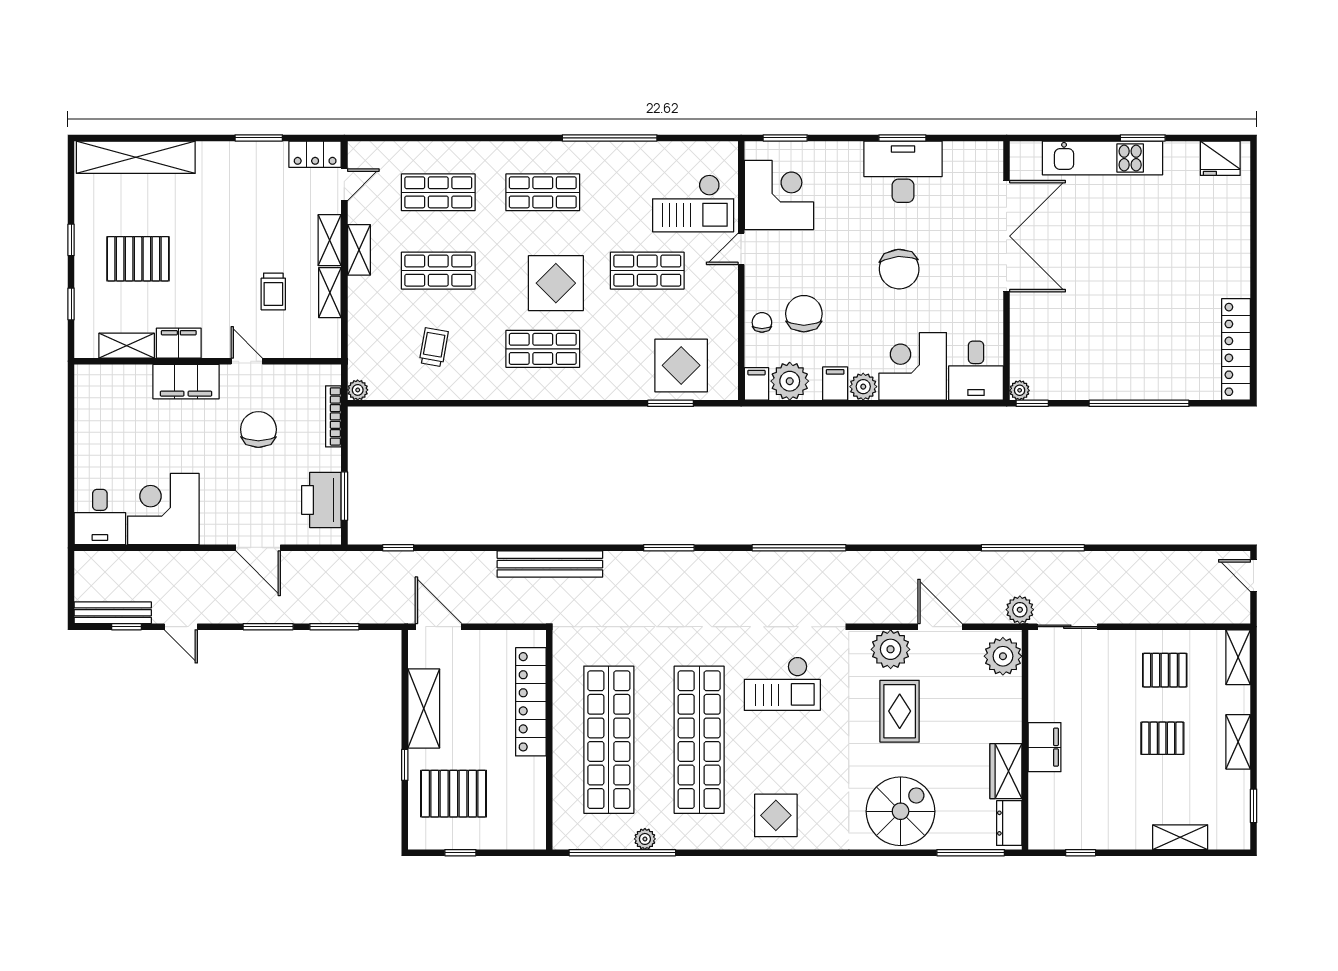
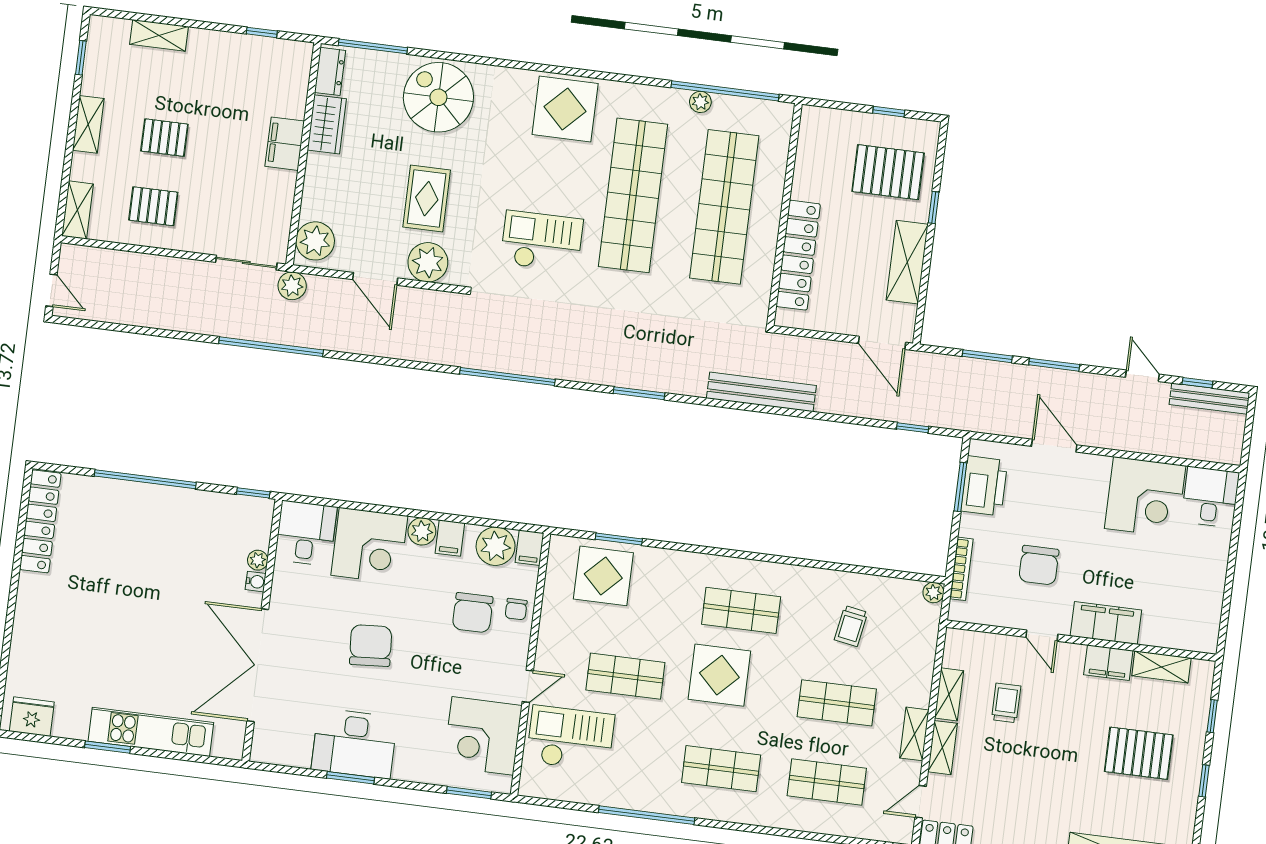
water cooler: (1019, 317) -> (256, 582), added
plant: (1020, 390) -> (258, 560), moved
spiral stairs: (901, 811) -> (438, 97), turned 90
display table: (776, 815) -> (565, 109), width x1.36, depth x1.36

